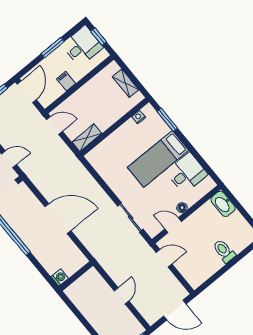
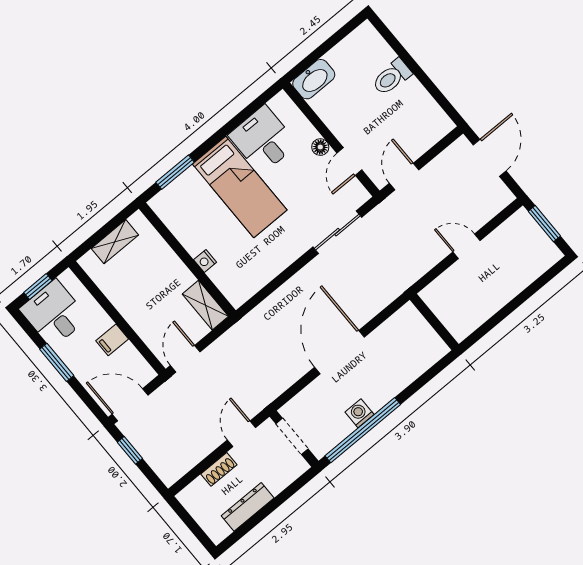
nightstand: (139, 117) -> (205, 261), moved
washing machine: (60, 278) -> (359, 413), moved

